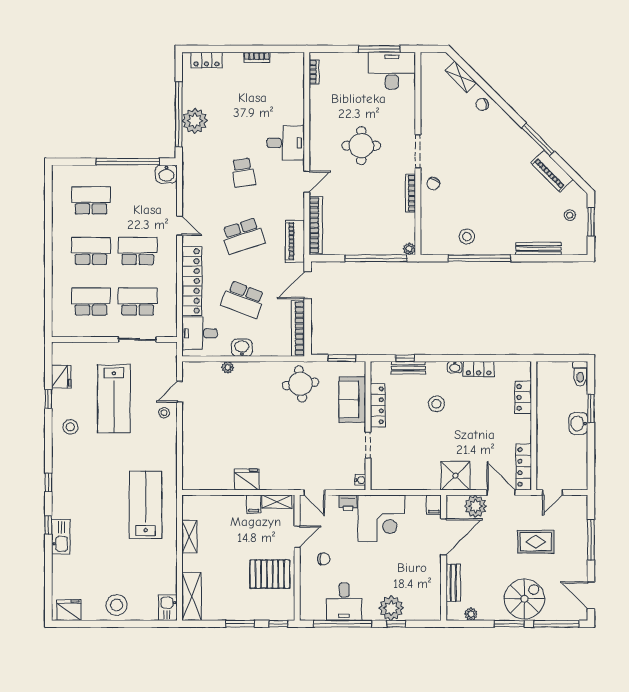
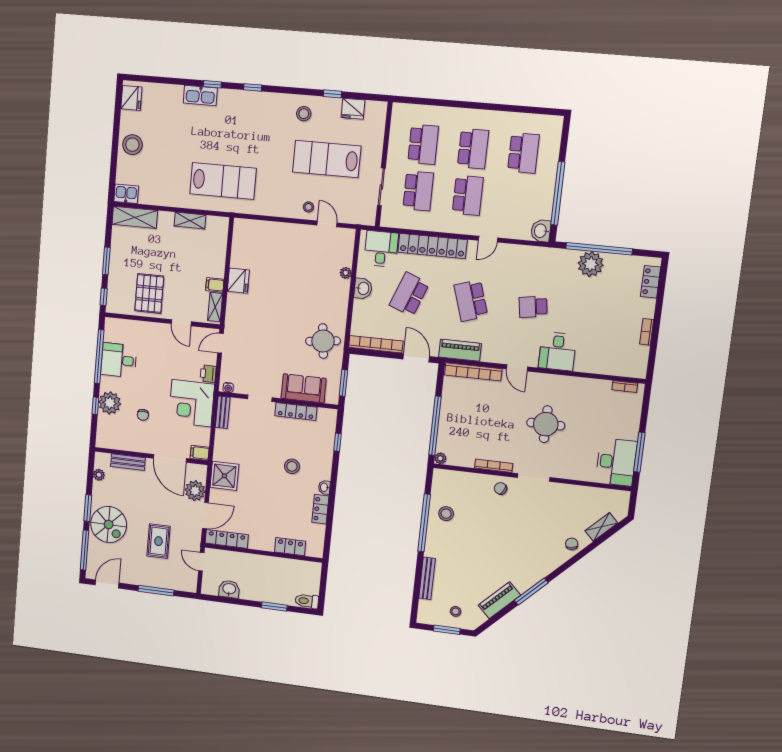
bench: (408, 368) -> (223, 412), moved
washbasin: (578, 424) -> (229, 589), moved
chair: (324, 559) -> (143, 415), moved

